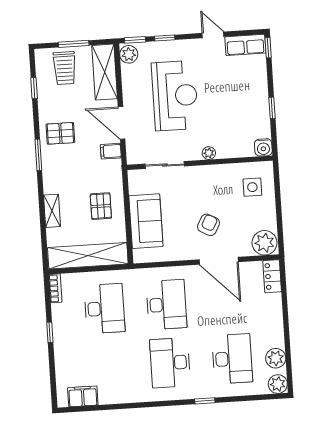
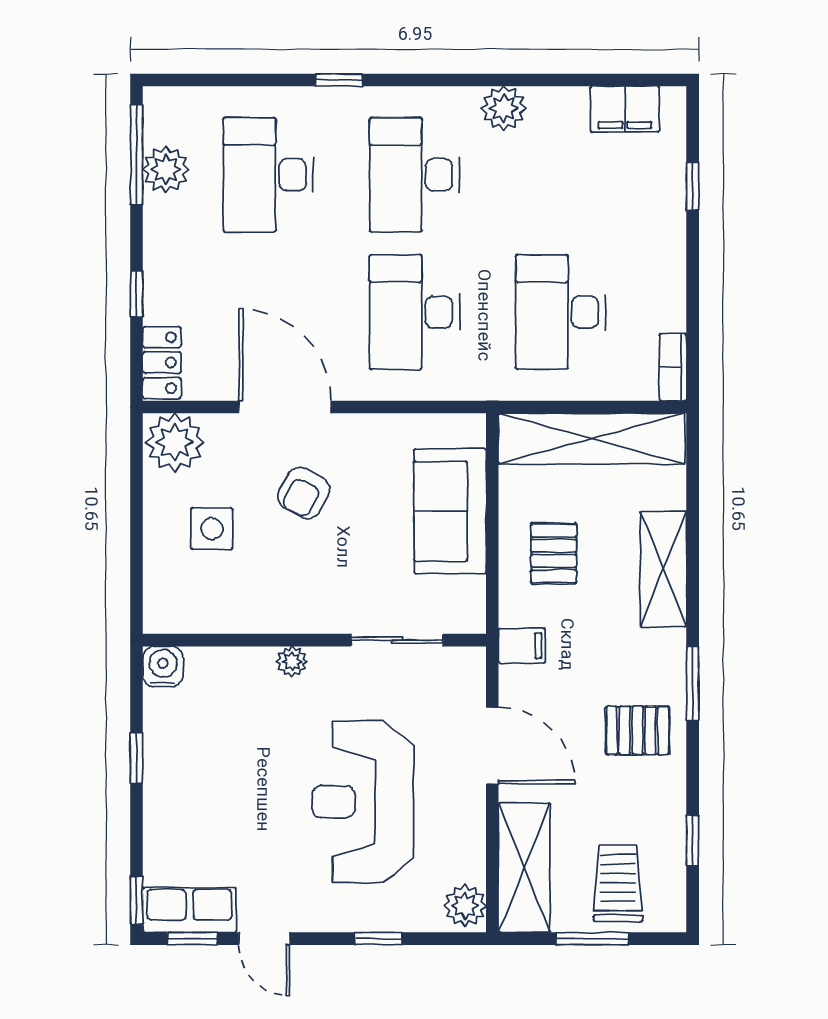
window: (135, 40) -> (193, 939), moved
filing cabinet: (111, 151) -> (522, 646), moved
side table: (252, 187) -> (212, 529), moved
shelving: (52, 211) -> (663, 569), width x1.50, depth x1.33
window: (285, 305) -> (136, 294), added
window: (50, 332) -> (693, 186), moved
desk: (170, 363) -> (415, 175), turned 180
window: (289, 364) -> (136, 155), added
plant: (278, 384) -> (504, 108), moved

